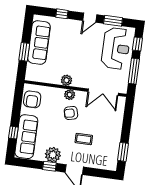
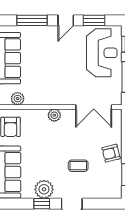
window: (62, 14) -> (32, 20), width x2.17
plant: (66, 80) -> (18, 99), moved
armchair: (71, 113) -> (111, 153), moved

